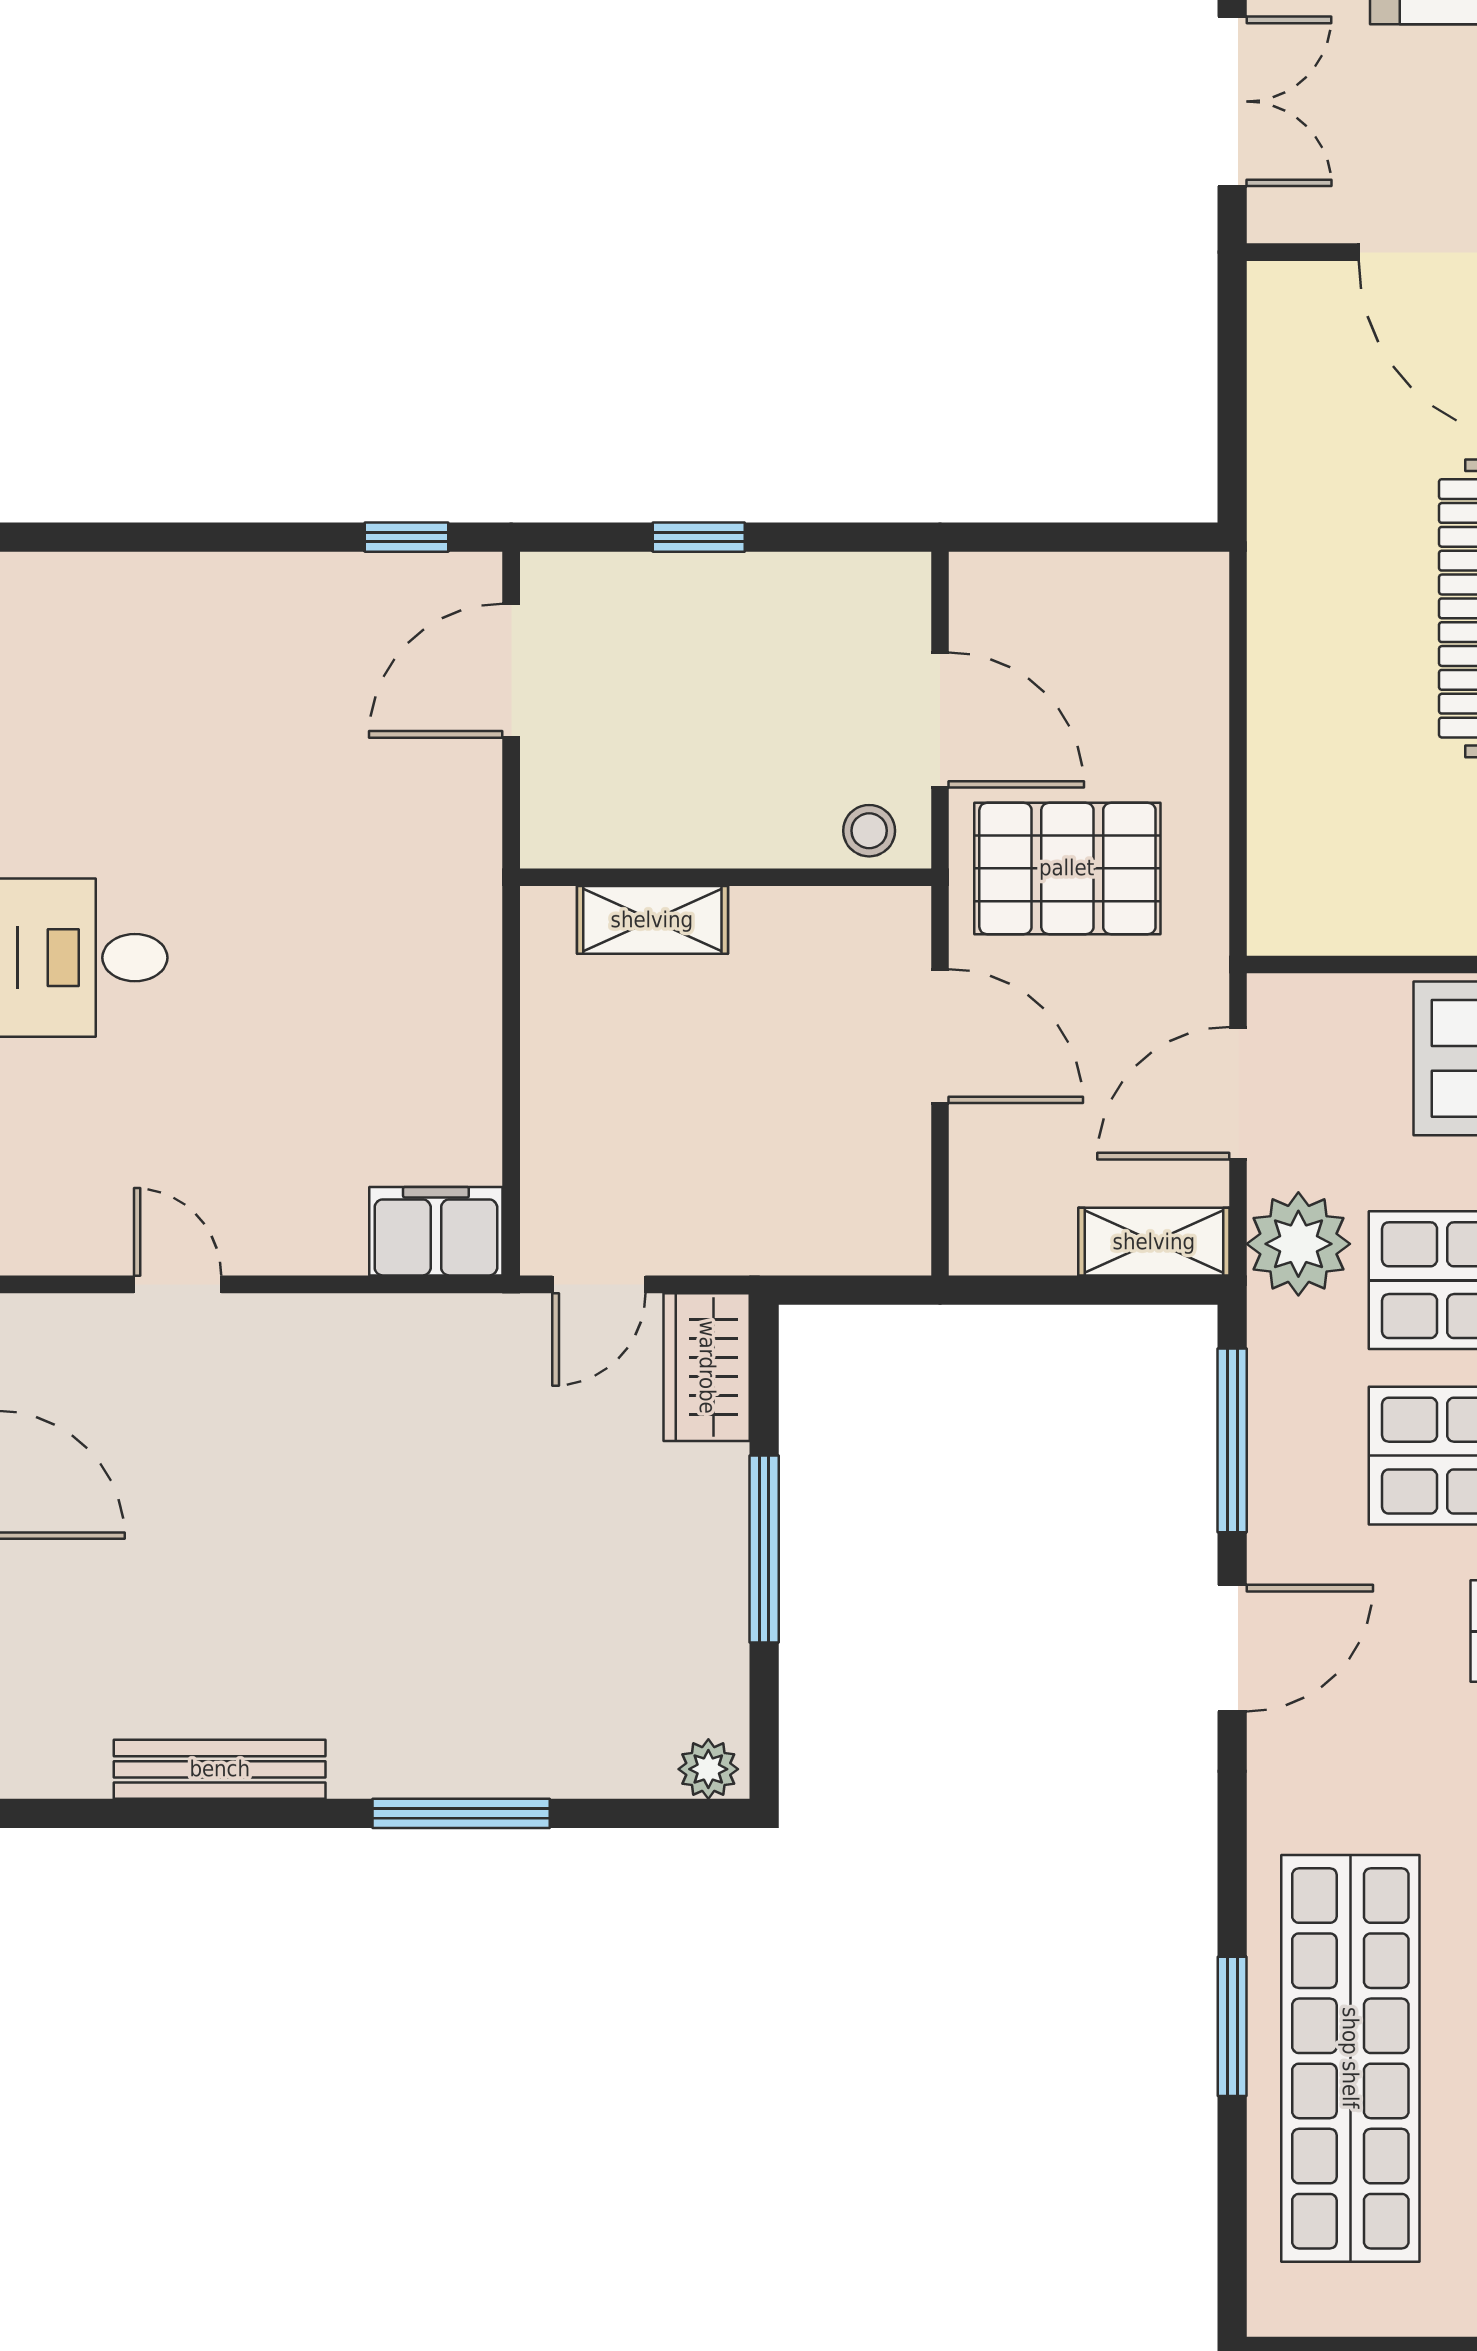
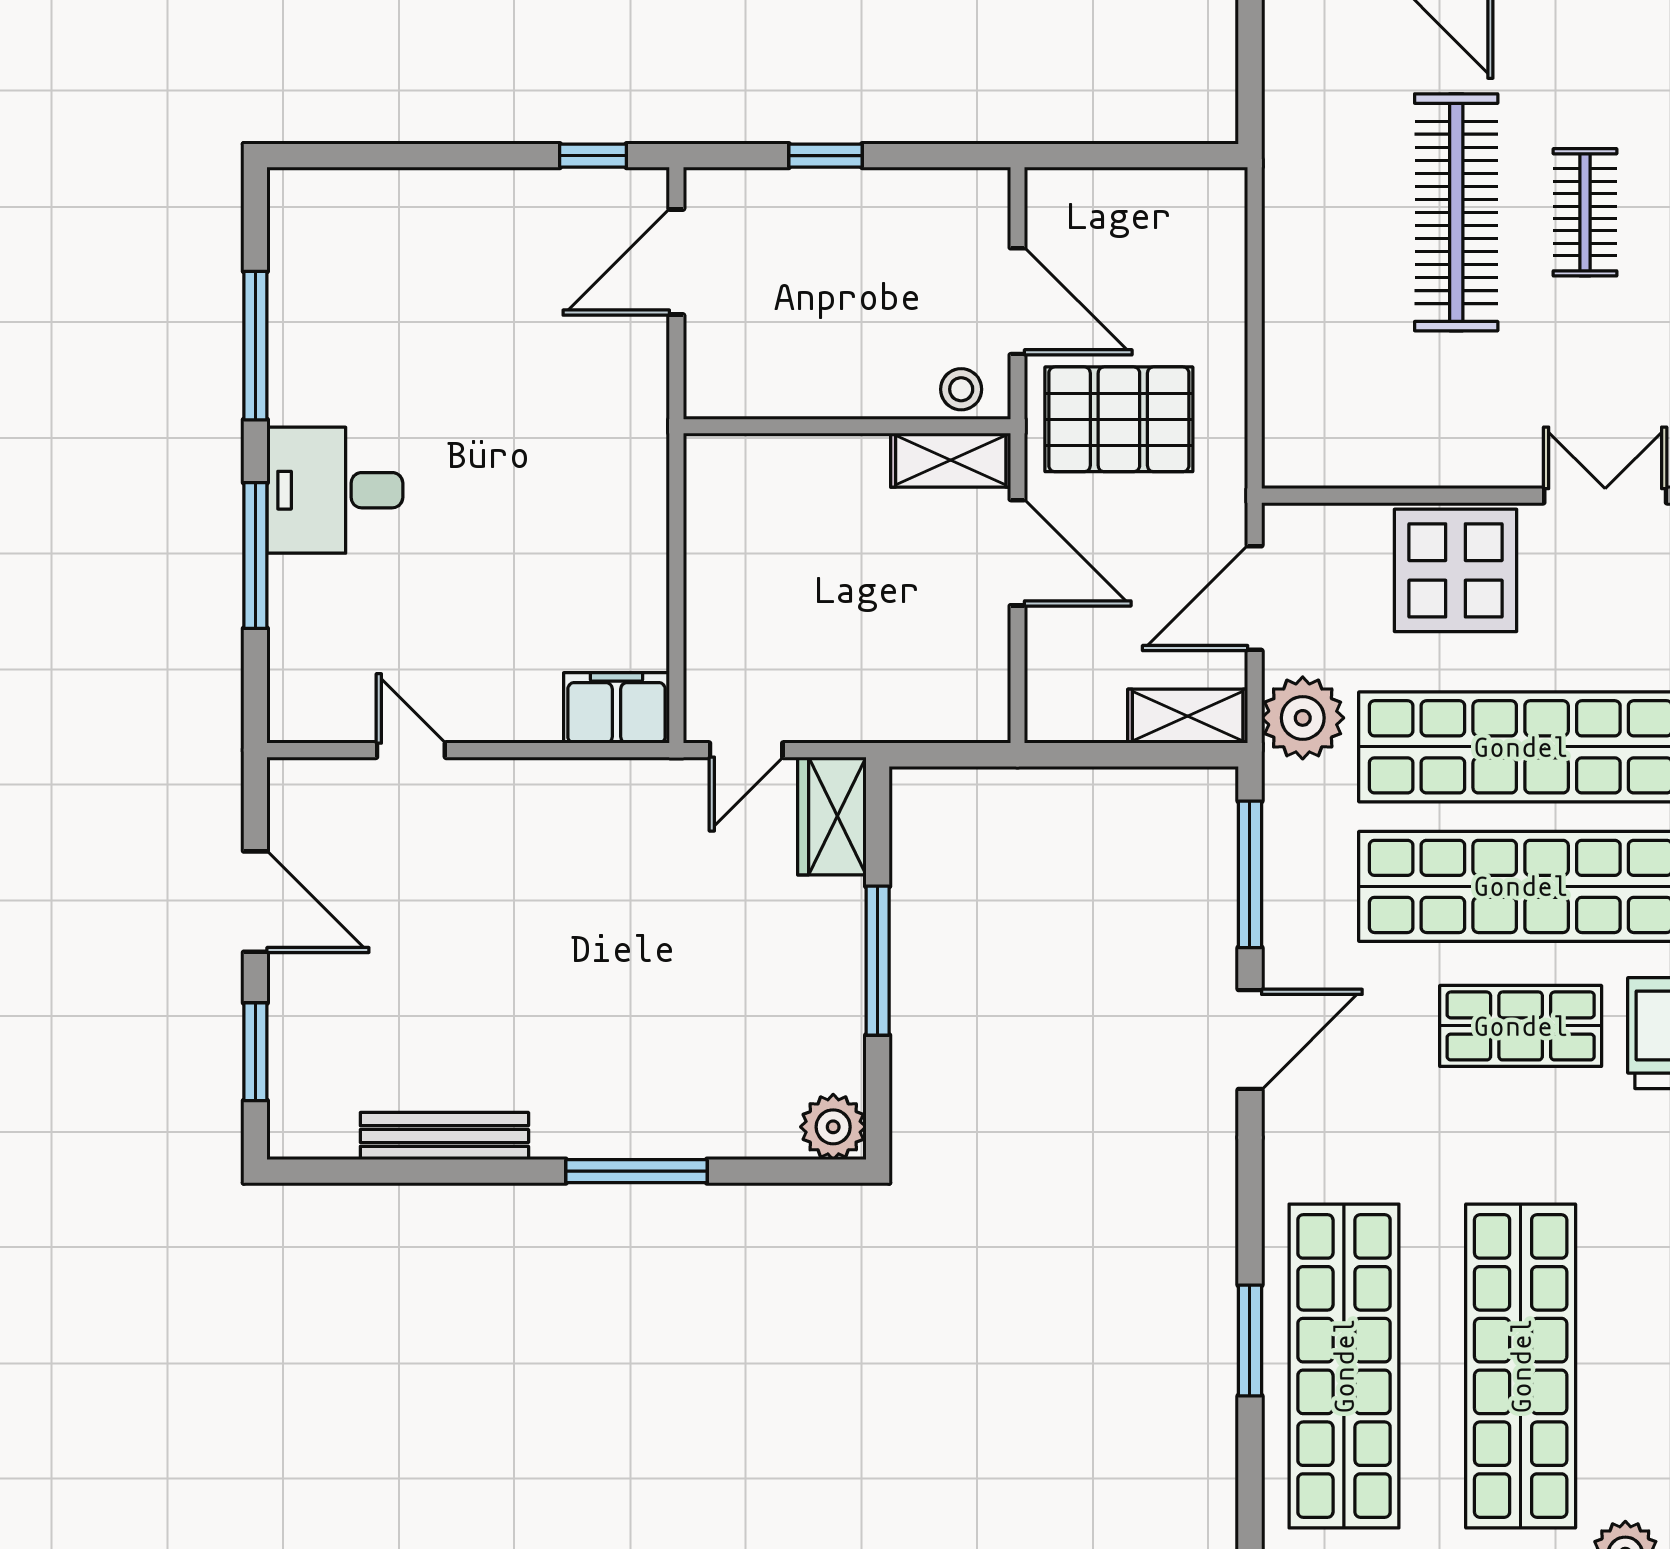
shelving: (652, 920) -> (951, 460), moved
plant: (708, 1769) -> (833, 1127), width x1.38, depth x1.38

